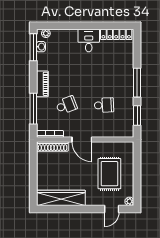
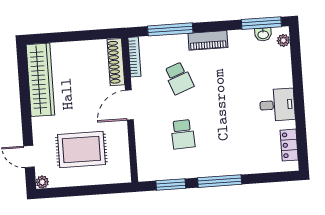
locker: (116, 34) -> (289, 145), width x0.66

